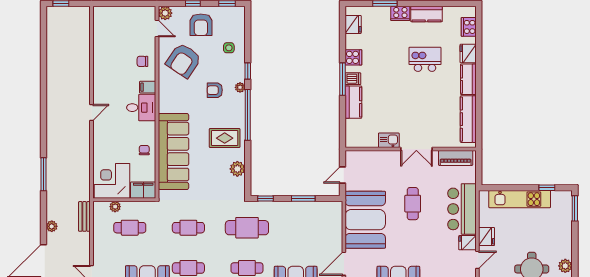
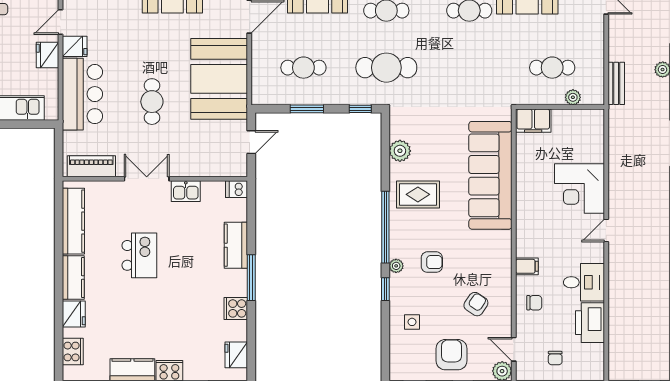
printer: (103, 47) -> (590, 323), added
kitchen island: (425, 59) -> (139, 255), moved, turned -90
armchair: (184, 60) -> (476, 304), width x0.53, depth x0.53
dishwasher: (353, 79) -> (237, 189), moved
desk: (141, 108) -> (584, 282), moved, turned 180
chair: (144, 150) -> (555, 358), moved
corner desk: (112, 181) -> (580, 189), moved, turned 90
cafe table: (188, 228) -> (303, 68), moved

